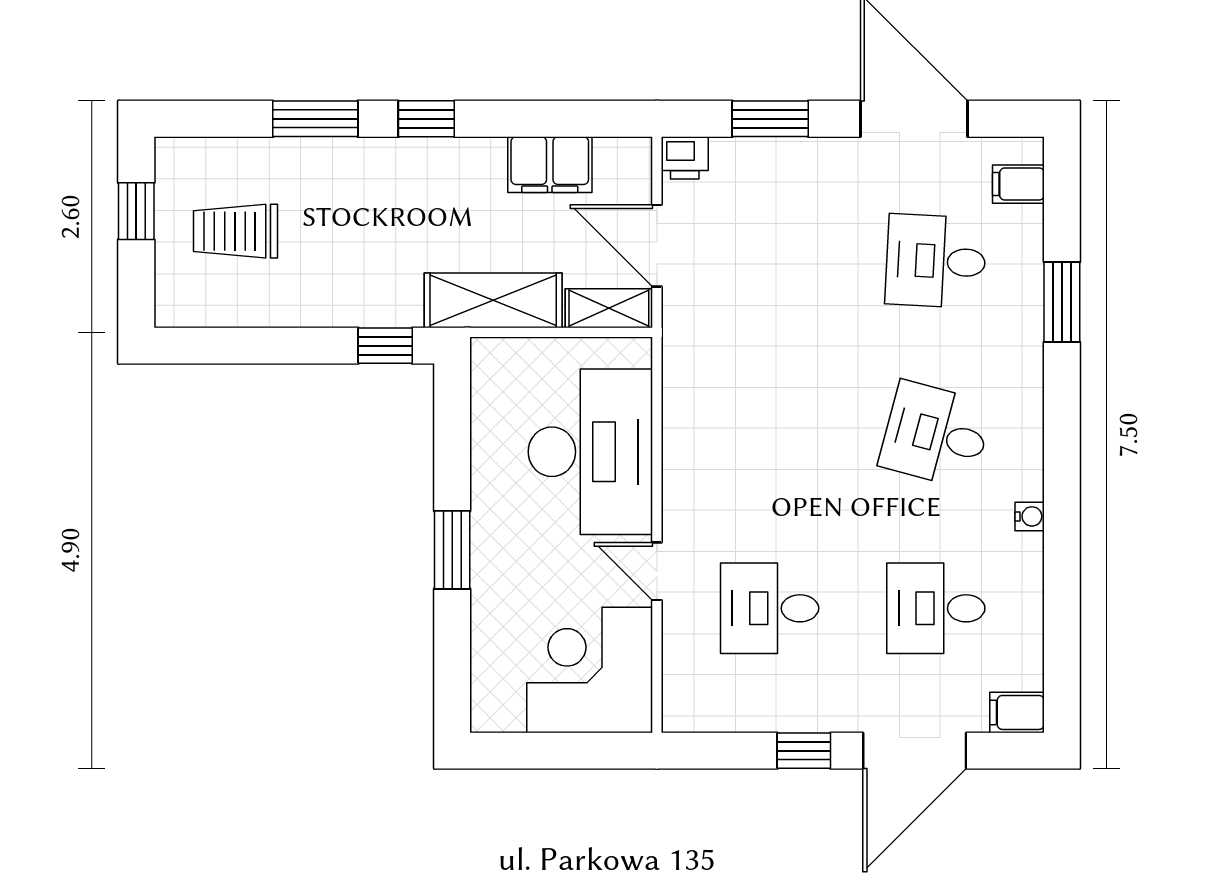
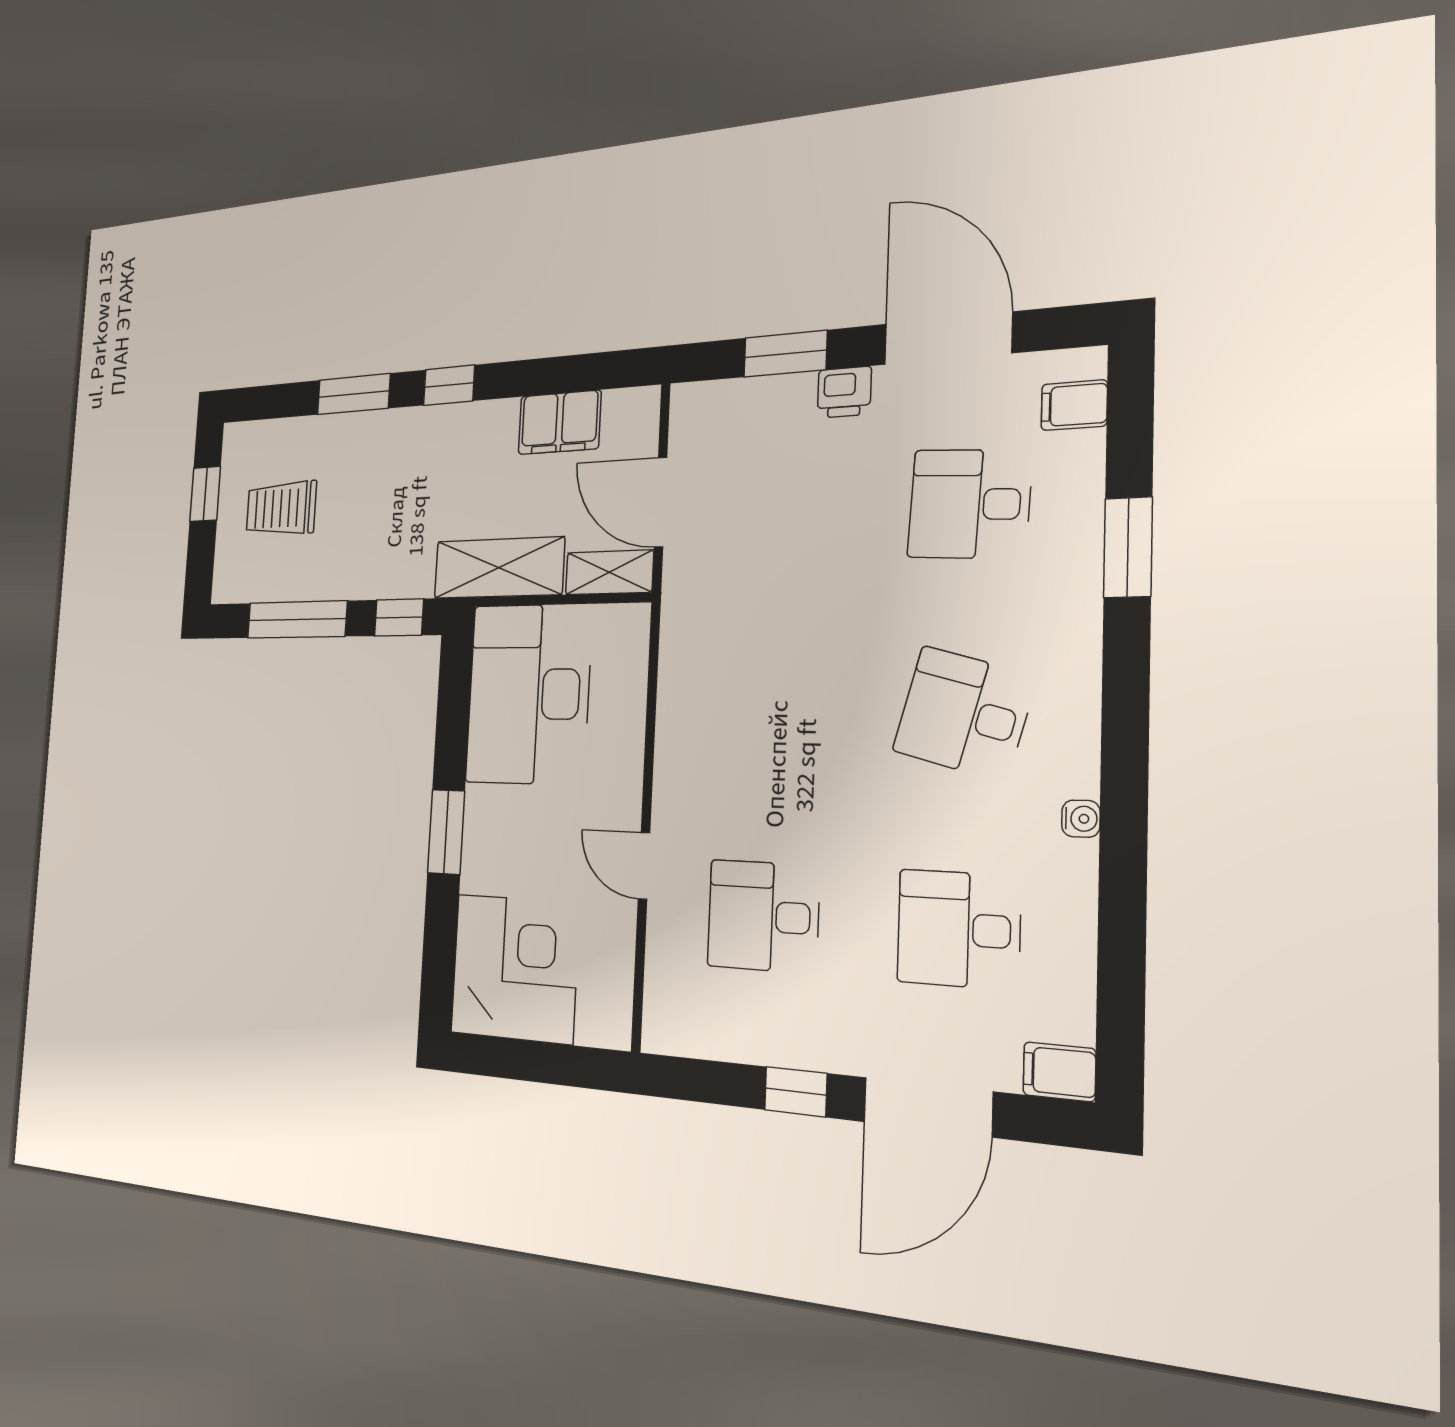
printer: (685, 158) -> (844, 392), moved
window: (264, 346) -> (297, 620), added
desk: (590, 452) -> (528, 694), moved, turned 180
corner desk: (590, 670) -> (515, 968), moved, turned 90

